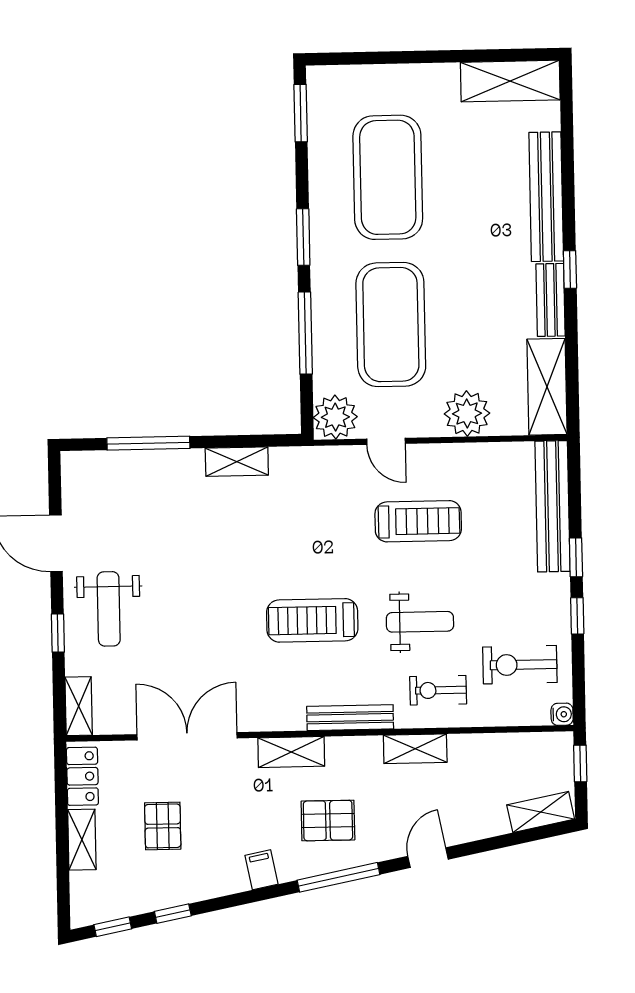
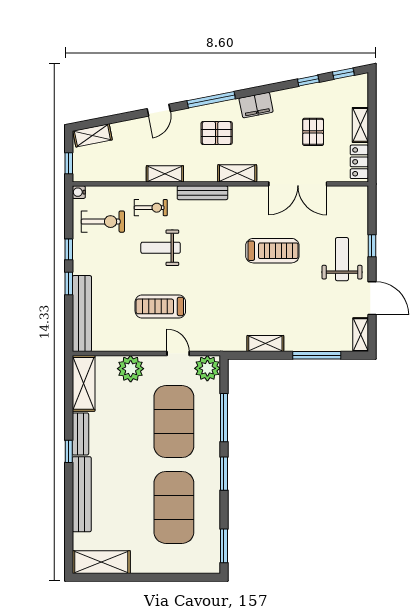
treadmill: (312, 620) -> (272, 251), moved
shelving: (79, 706) -> (361, 335), moved
filing cabinet: (261, 870) -> (256, 105), width x2.00

